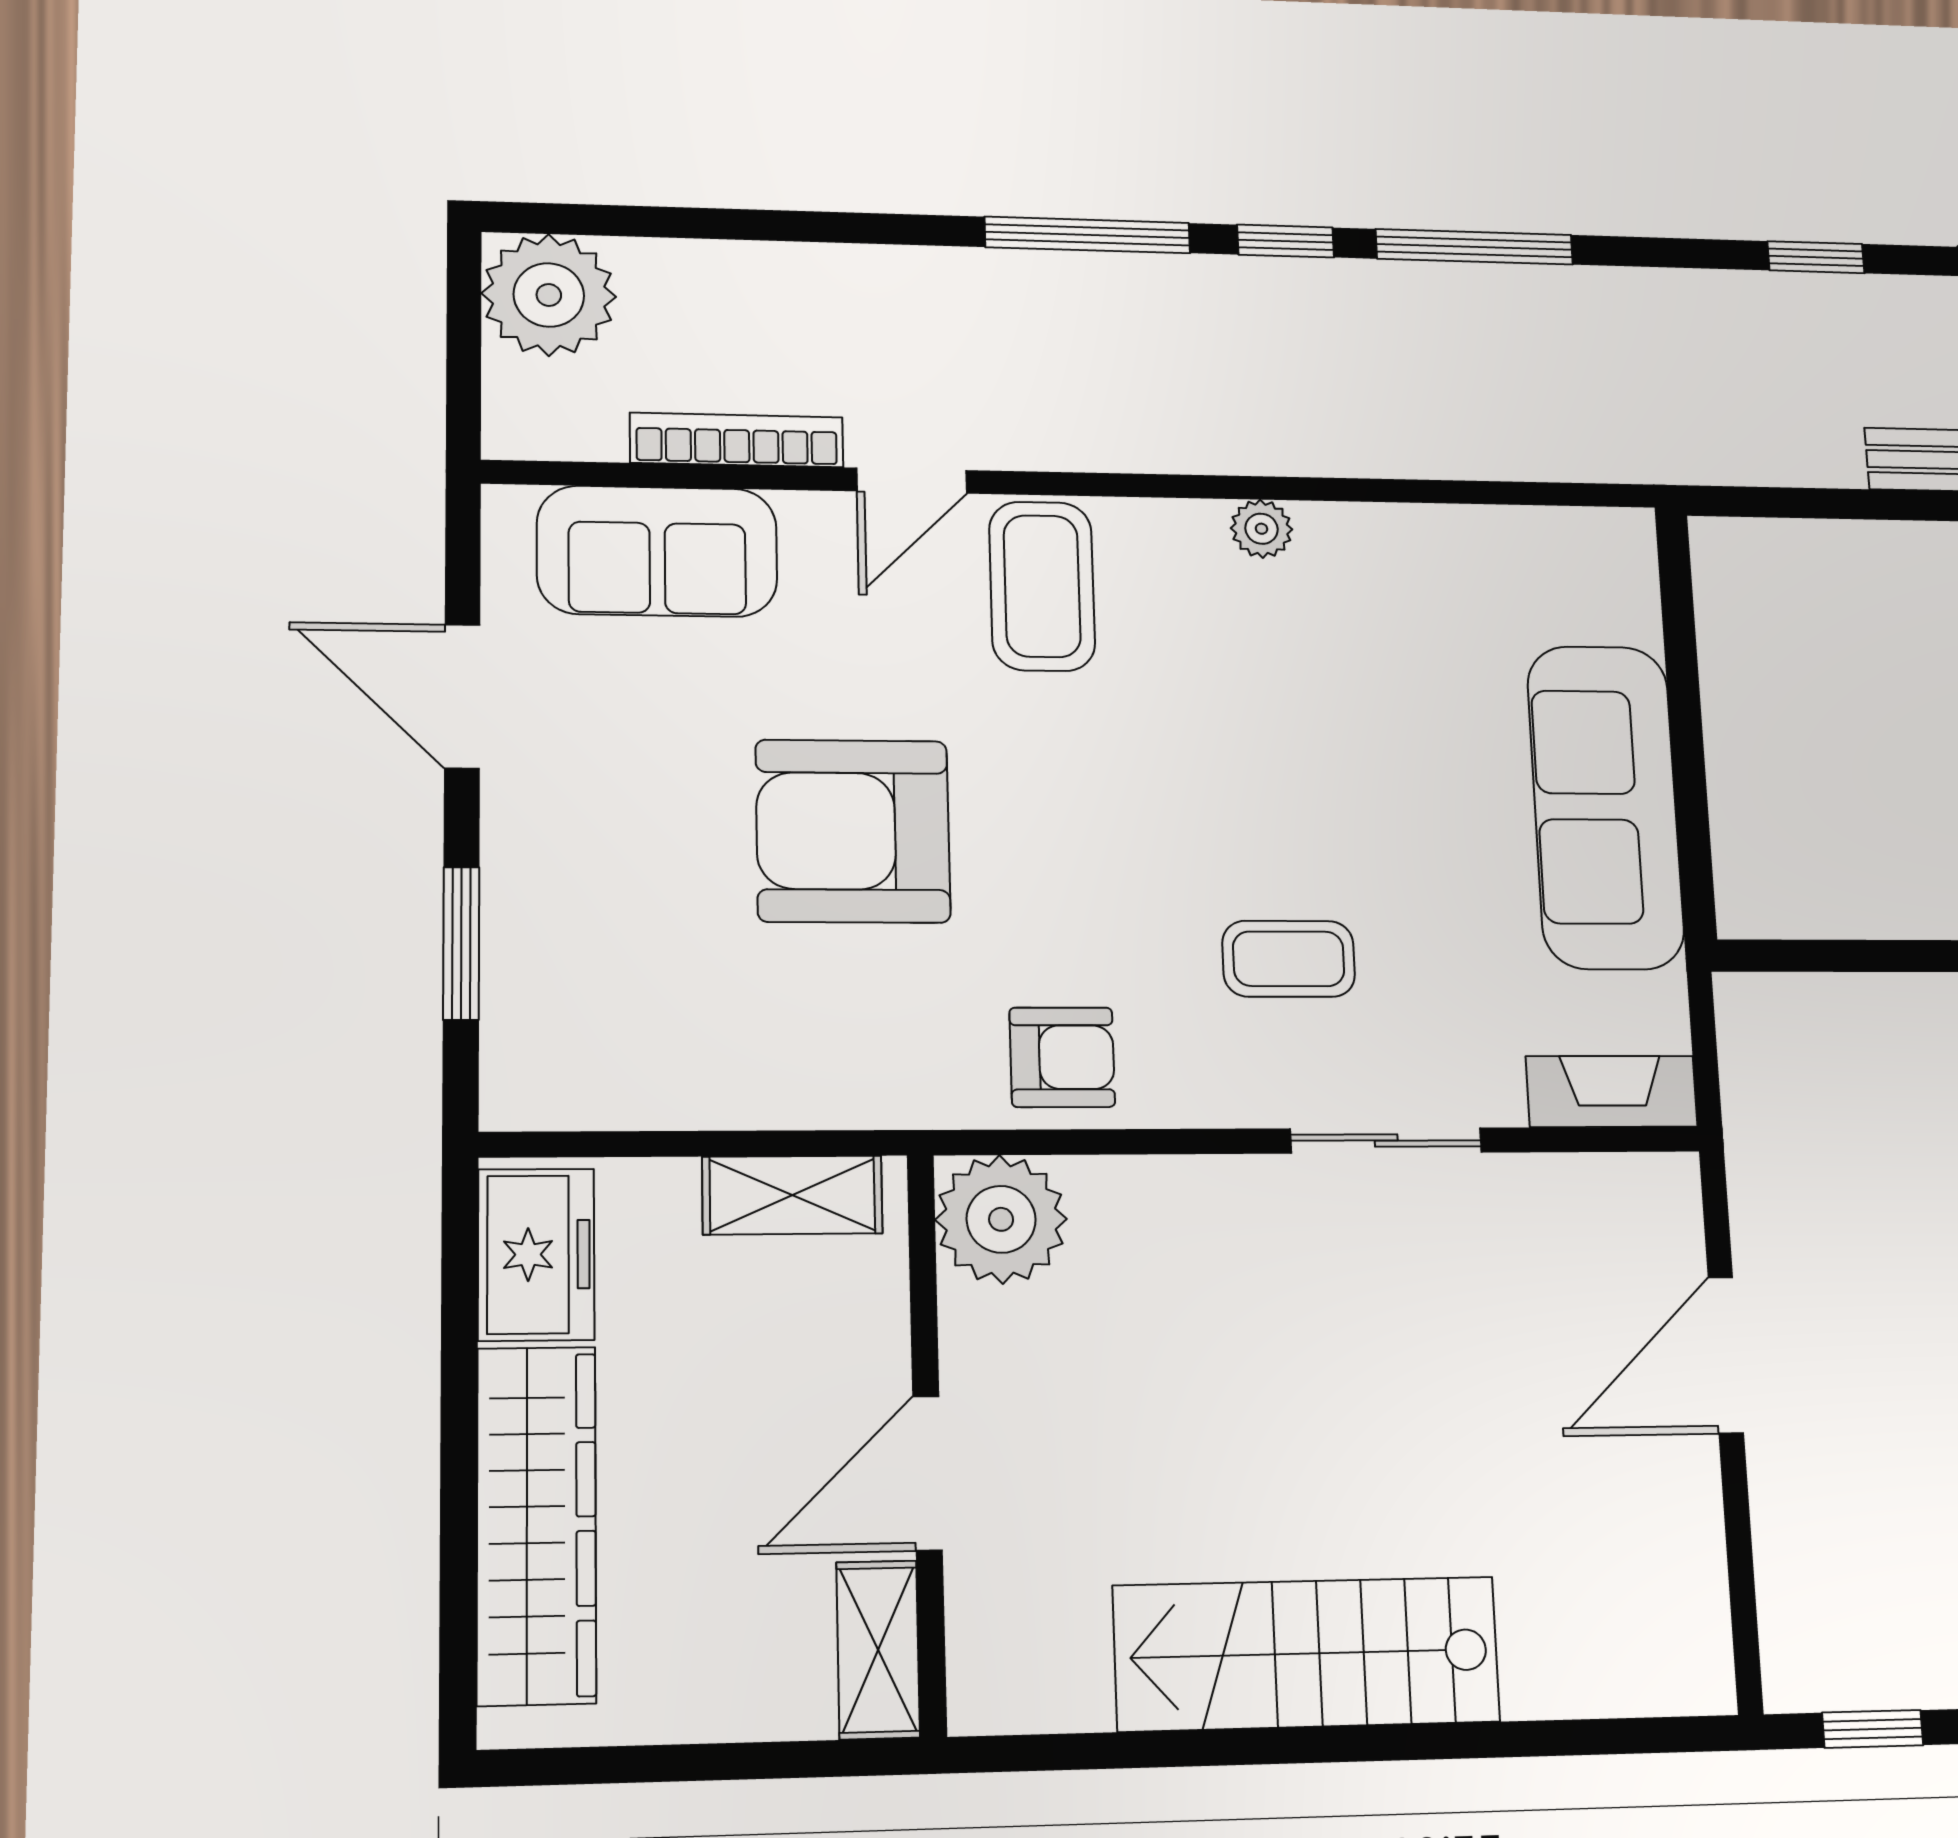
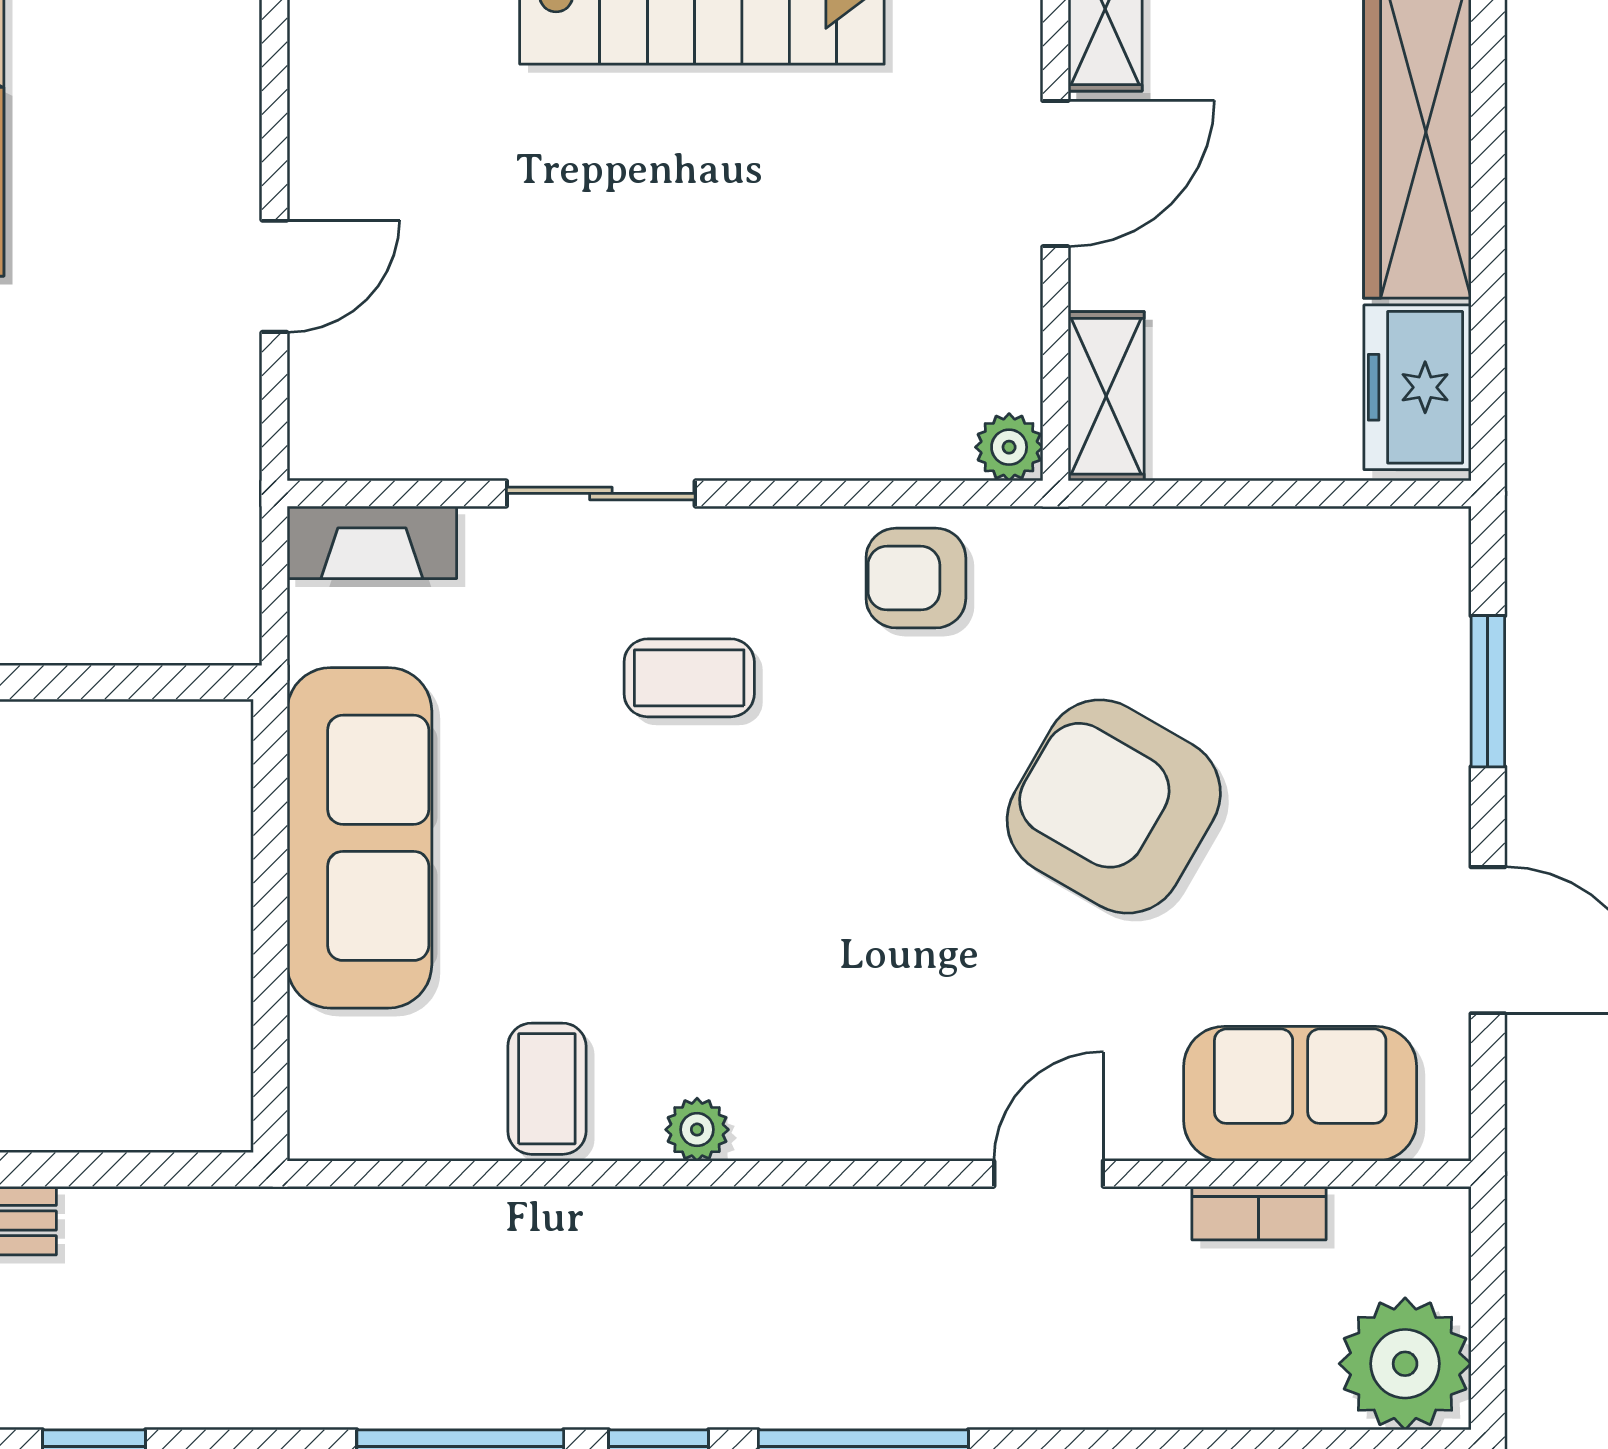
bookcase: (737, 440) -> (1259, 1213), width x0.64
coffee table: (1042, 586) -> (547, 1089), moved, width x0.73, depth x0.77
armchair: (853, 831) -> (1114, 806), turned -150
shelving: (792, 1195) -> (1106, 396), moved, turned 90
plant: (1001, 1219) -> (1009, 447), width x0.53, depth x0.53
door: (1726, 1355) -> (274, 276), width x0.73

